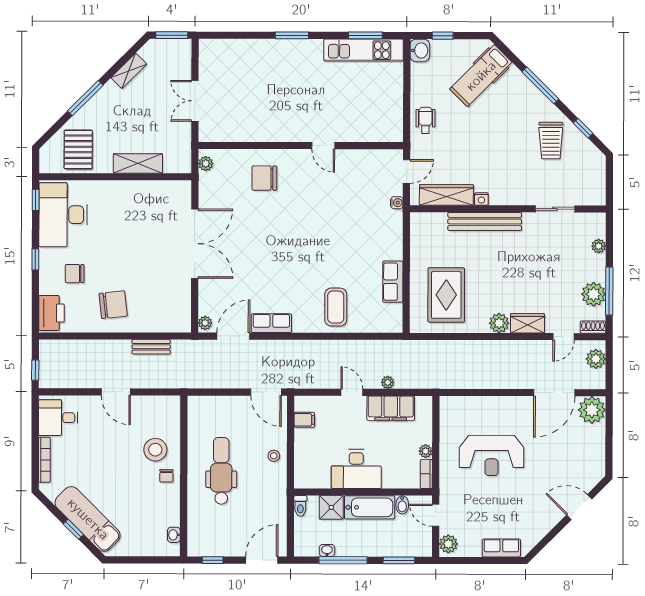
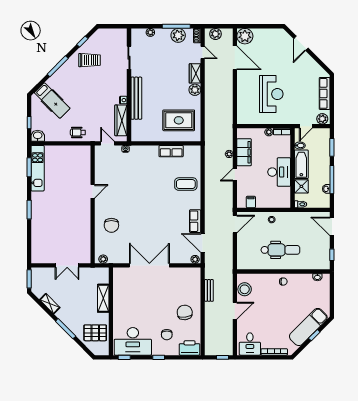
stool: (155, 450) -> (245, 289), moved
dental chair: (221, 471) -> (280, 250), turned 180
row of seats: (501, 548) -> (325, 93), width x1.48

